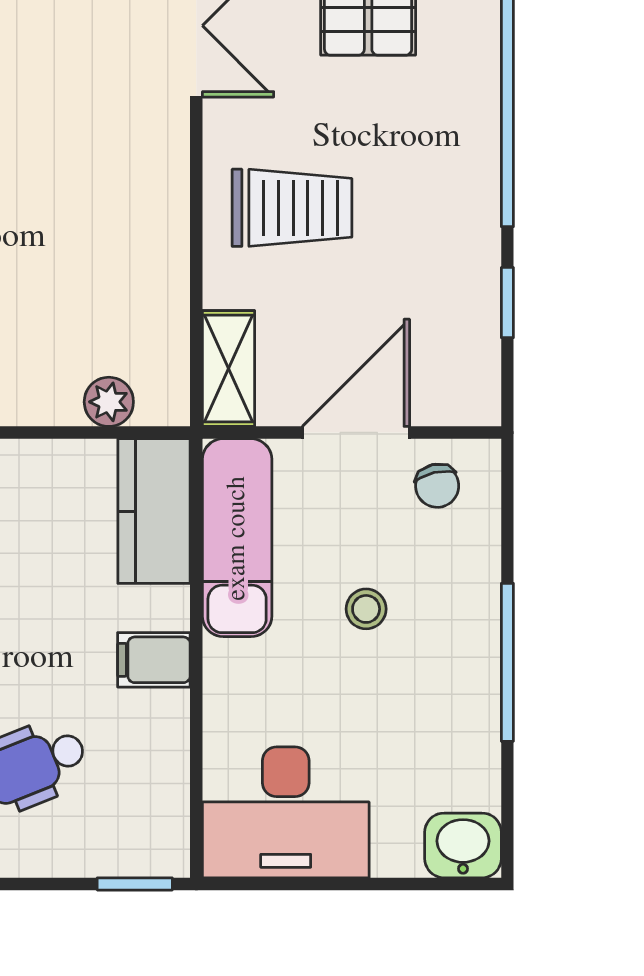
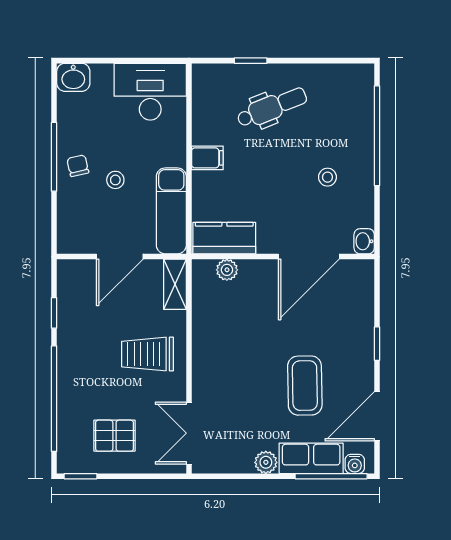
chair: (437, 486) -> (78, 166), moved
kitchen counter: (154, 511) -> (224, 238), moved, turned -90
window: (135, 884) -> (251, 61), moved

